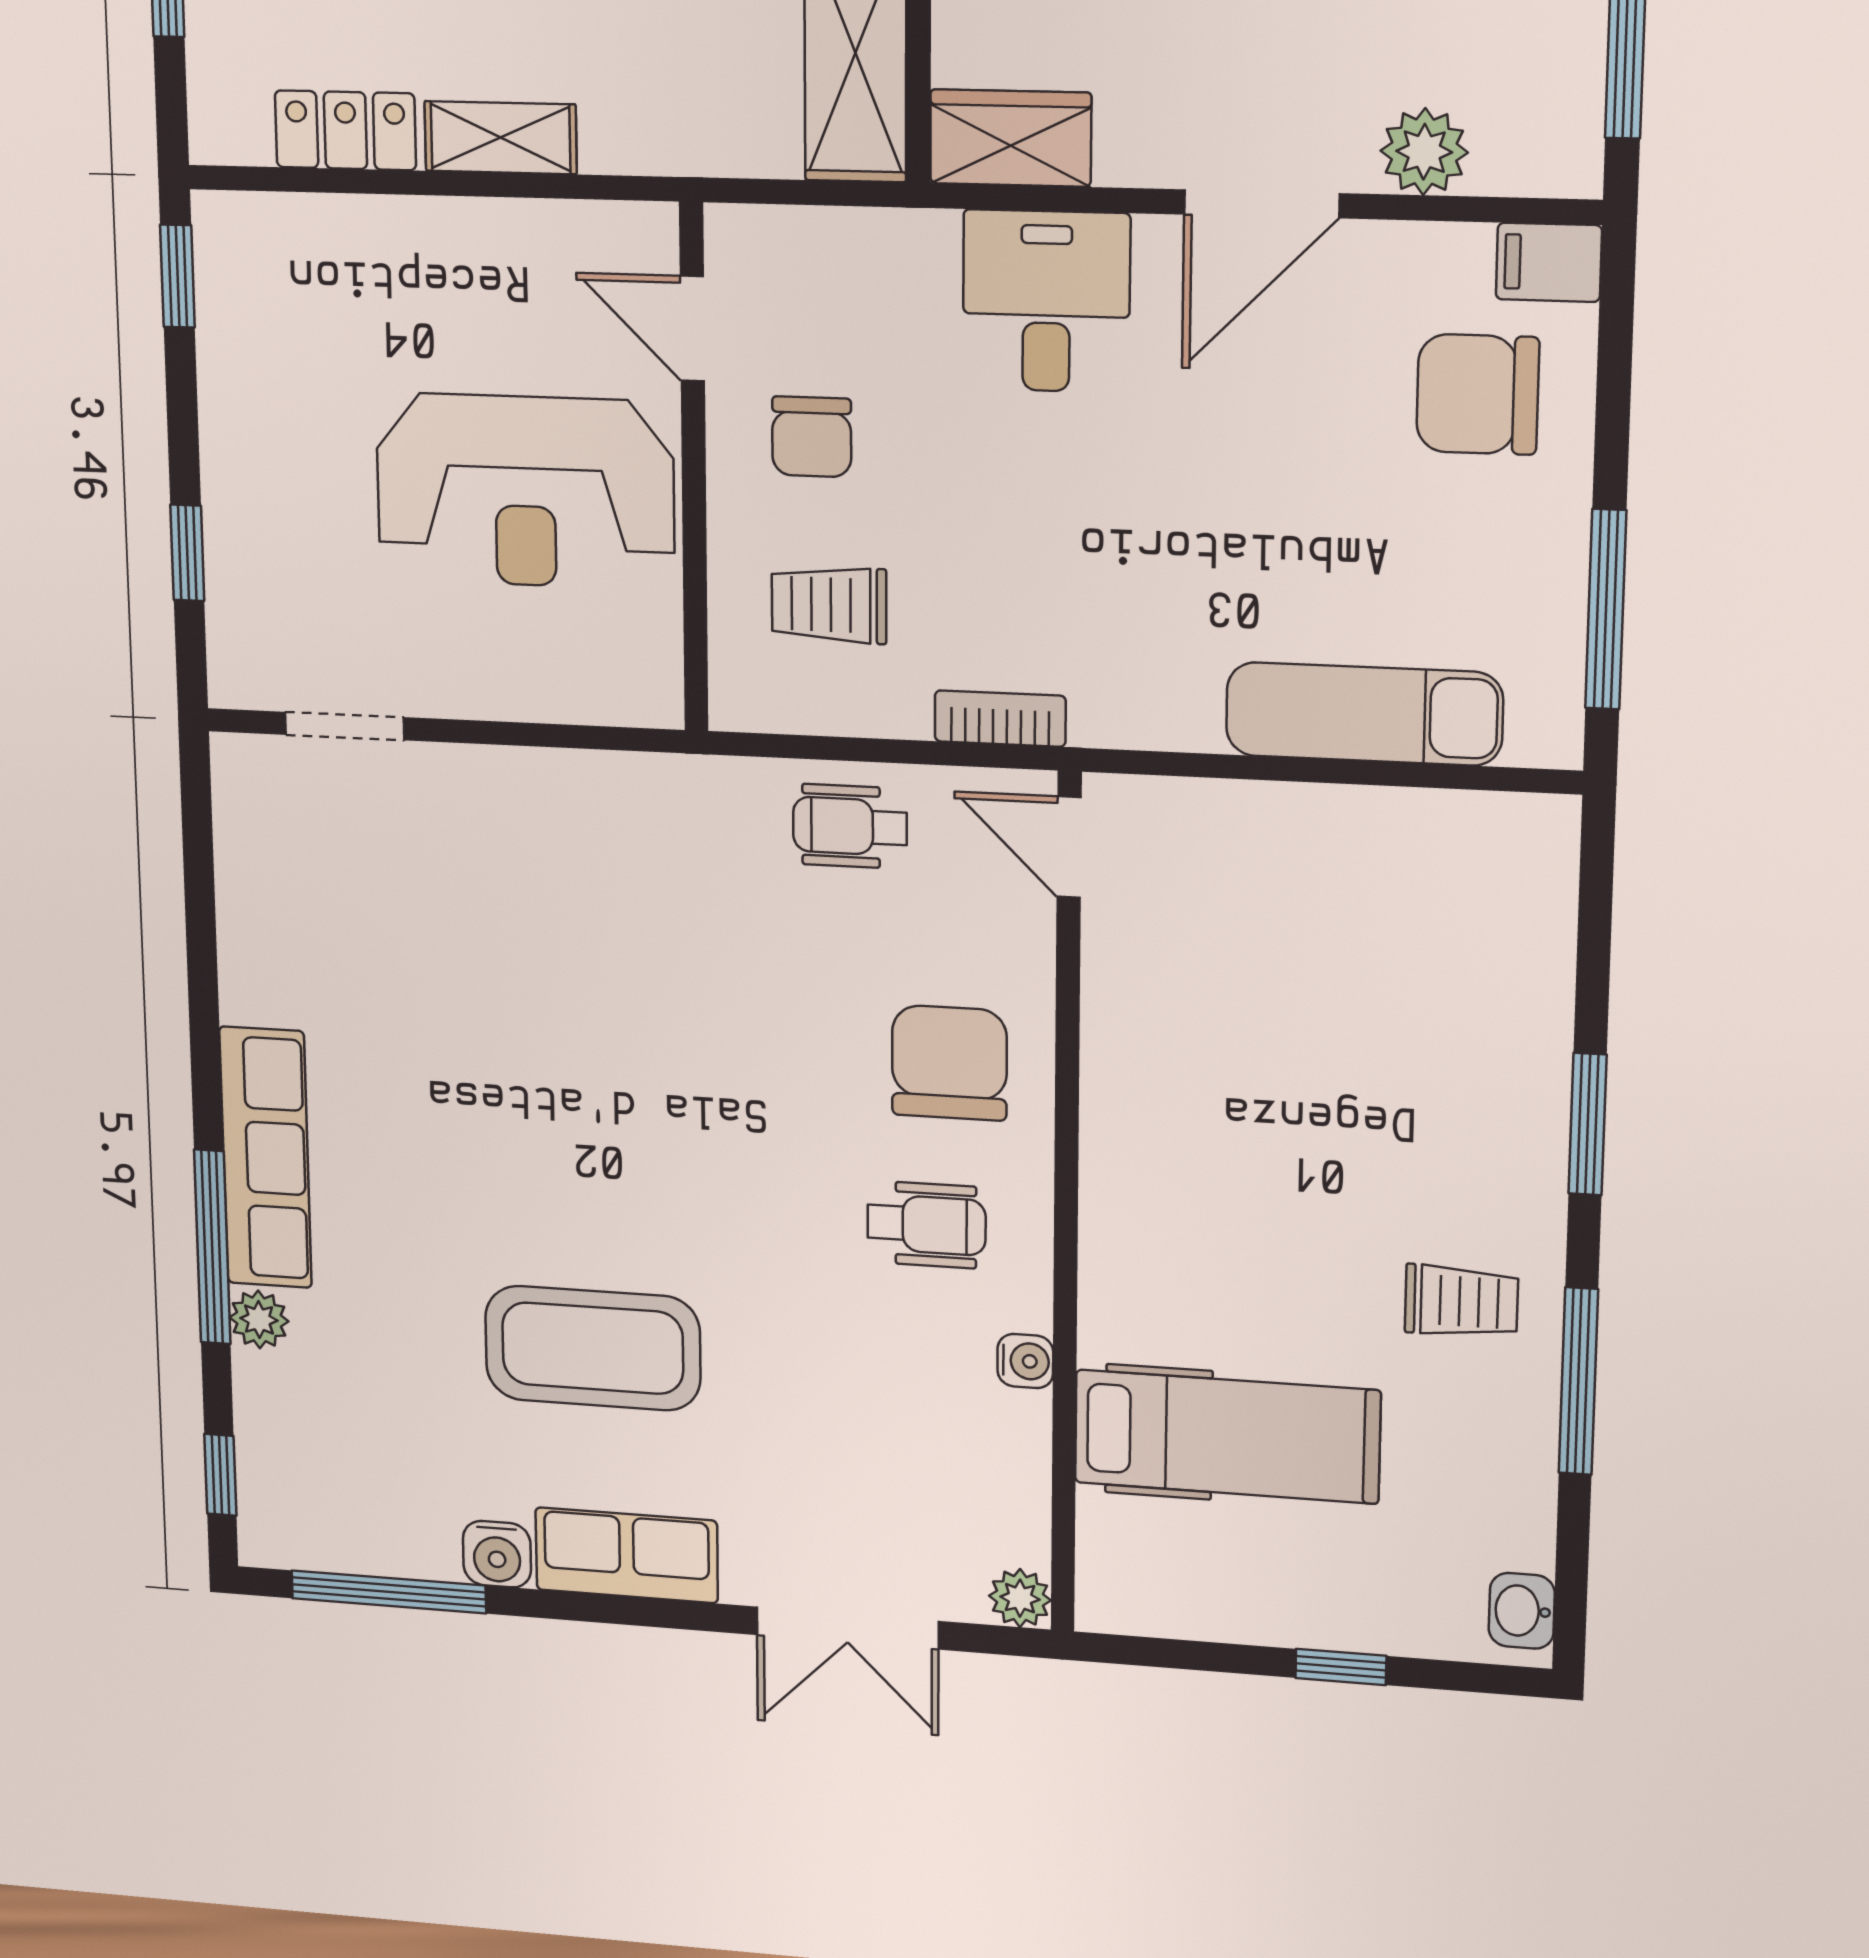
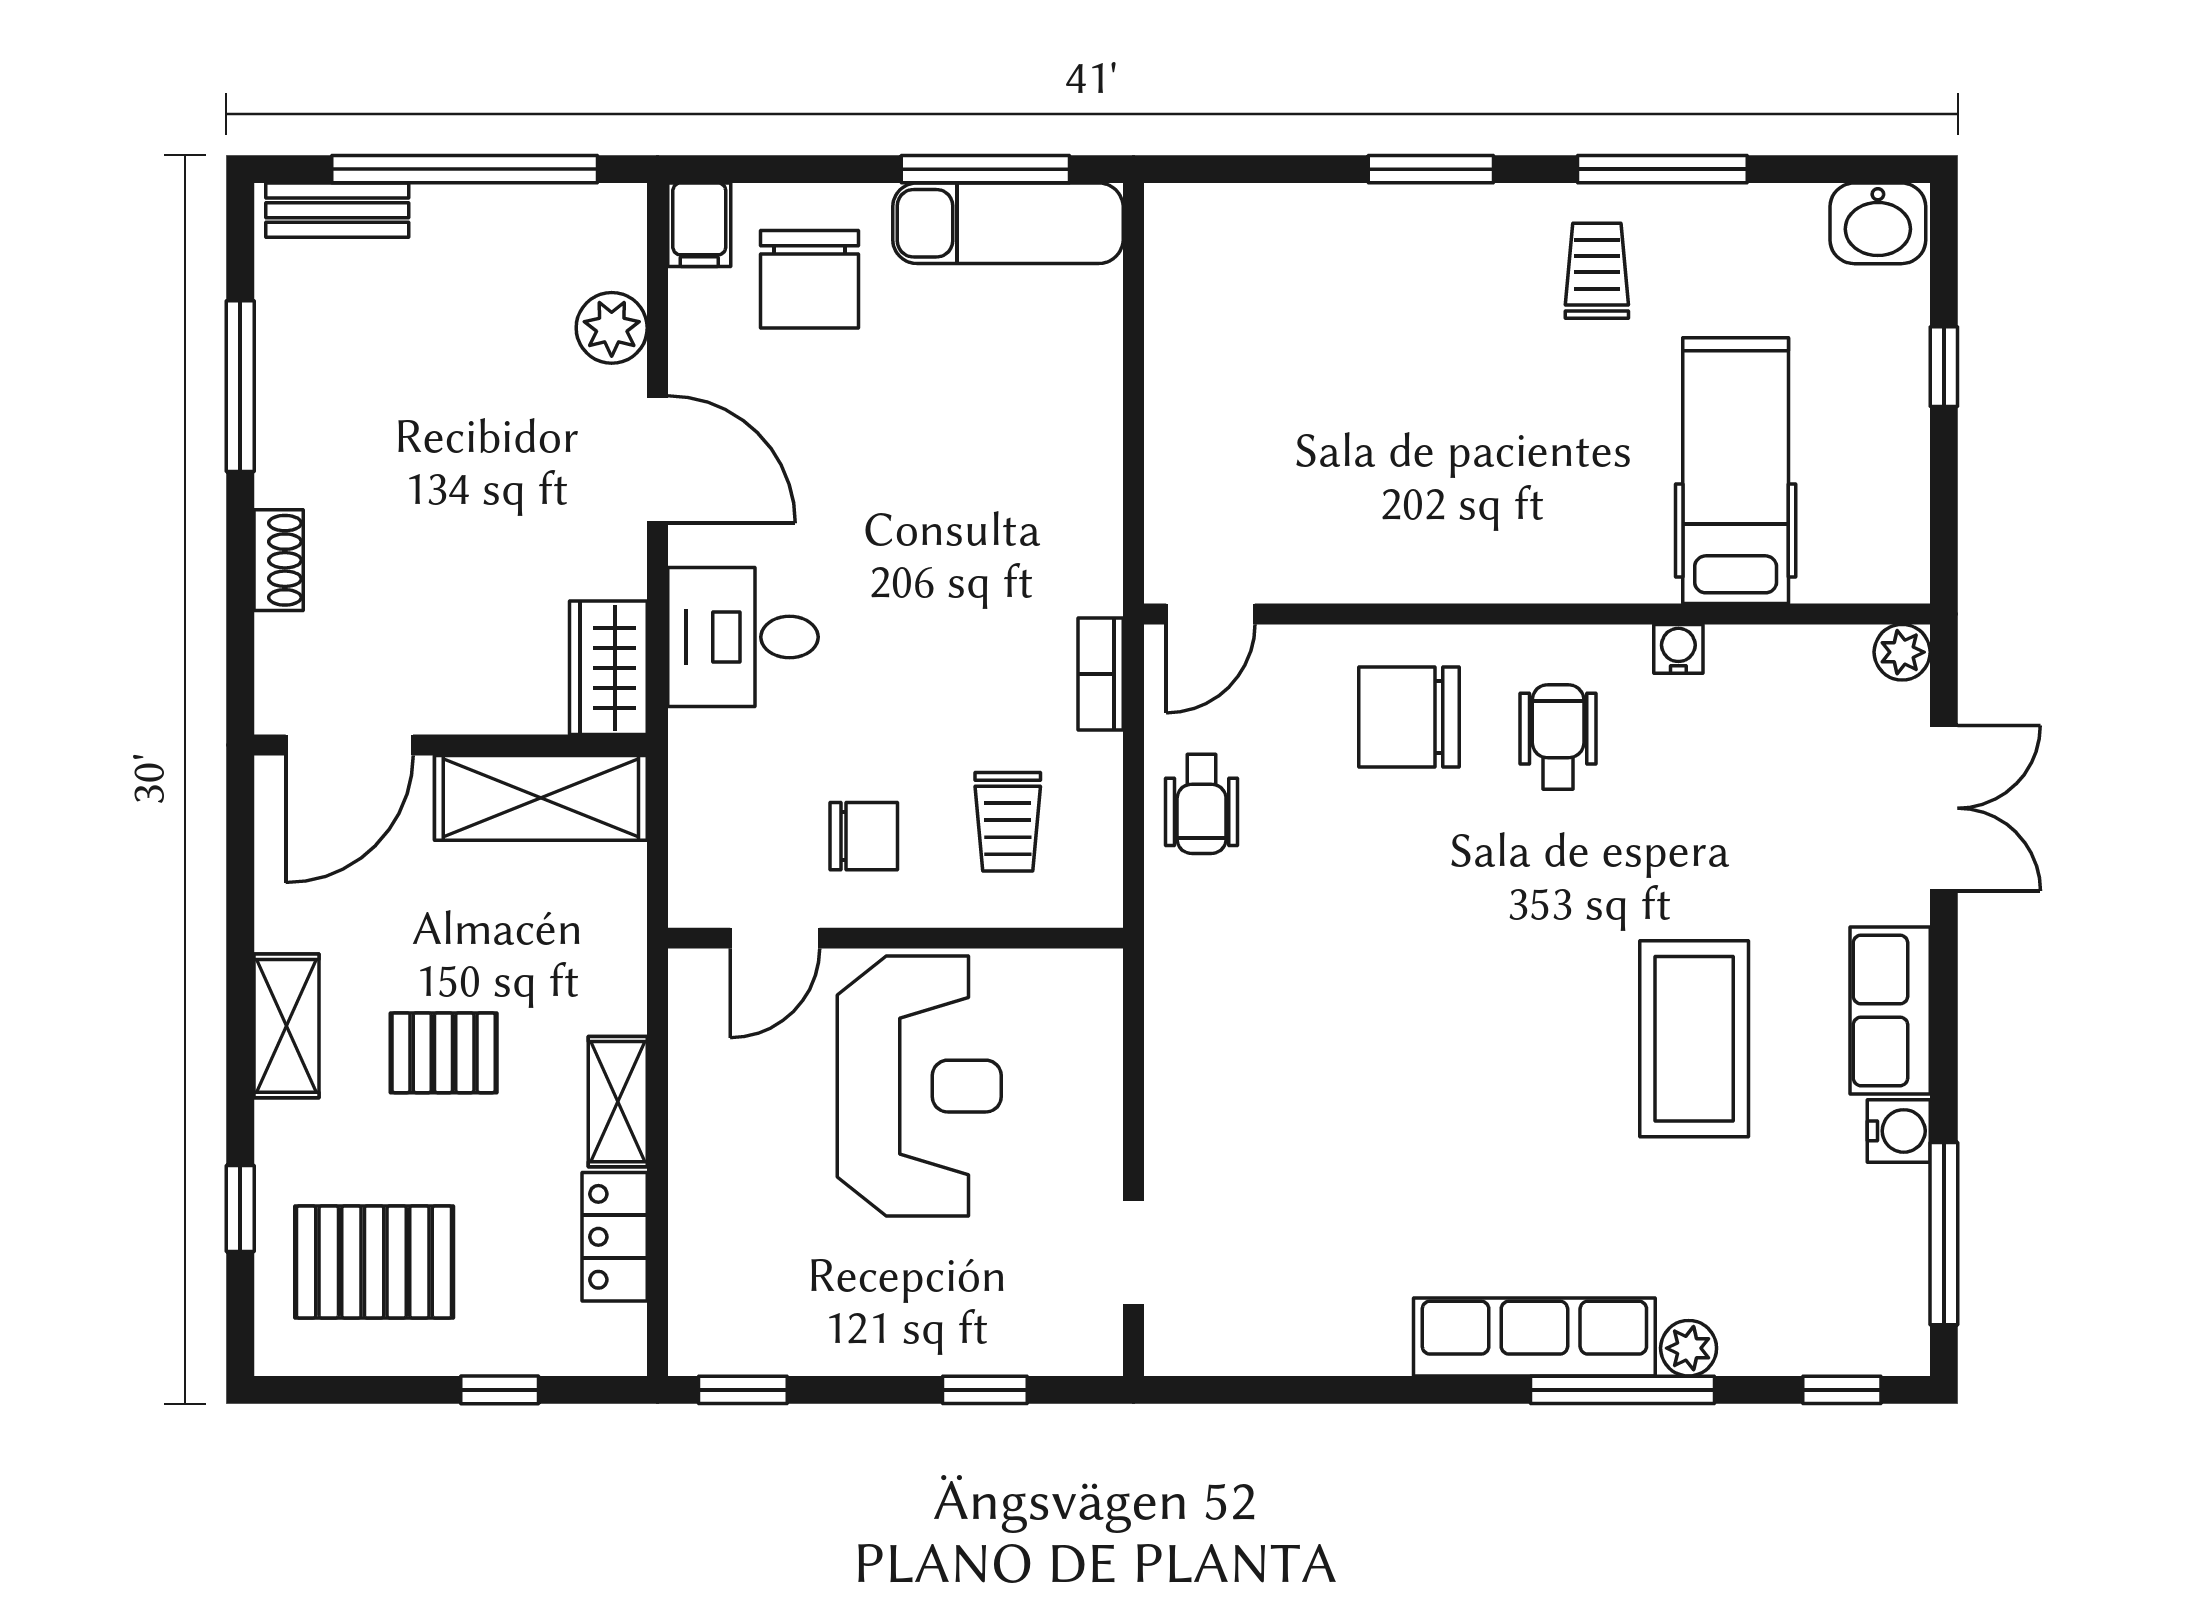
exam couch: (1364, 714) -> (1008, 223), moved, turned -90
washbasin: (1522, 1611) -> (1878, 223), width x1.38, depth x1.45

